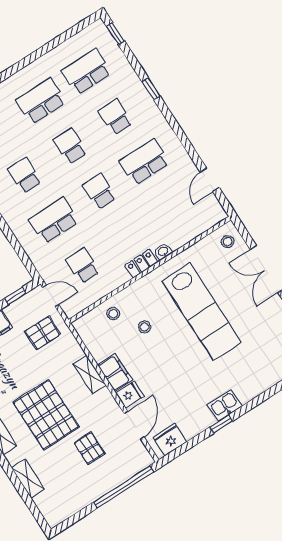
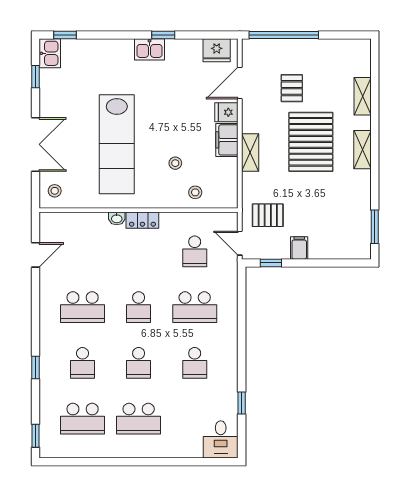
lab bench: (202, 312) -> (117, 144), turned 180

